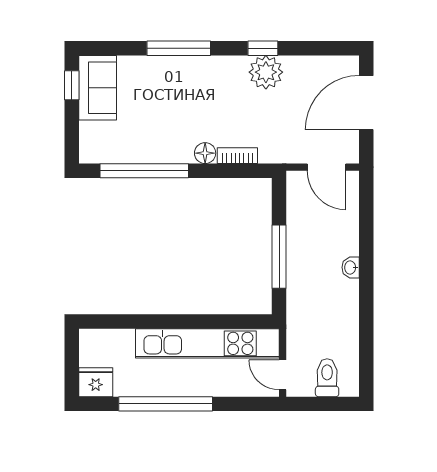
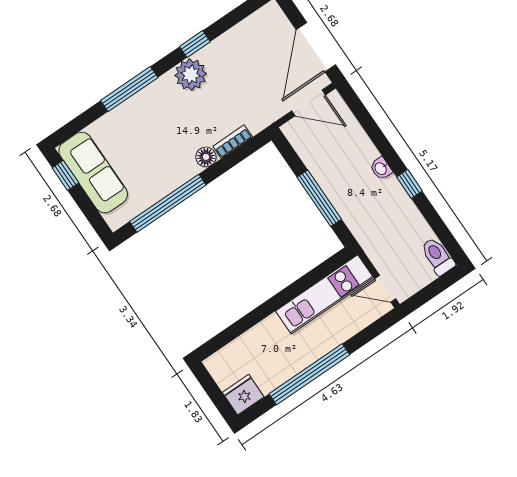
plant: (266, 72) -> (191, 75), moved
sofa: (98, 88) -> (93, 173), width x1.36
door: (366, 103) -> (316, 47), moved
window: (366, 298) -> (410, 184), added
kitchen unit: (207, 343) -> (325, 294), width x0.73
toilet: (327, 378) -> (438, 256), moved

